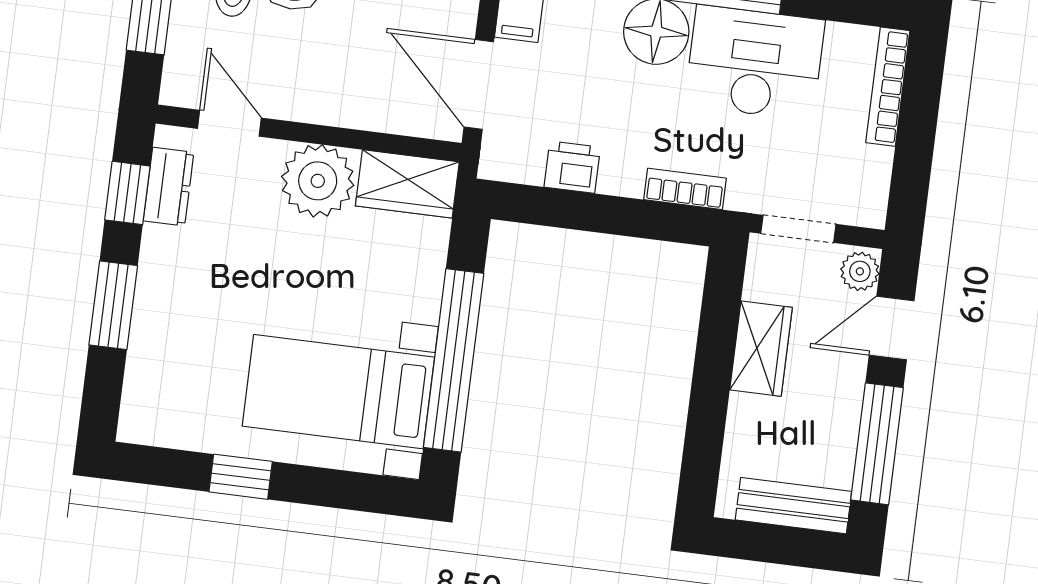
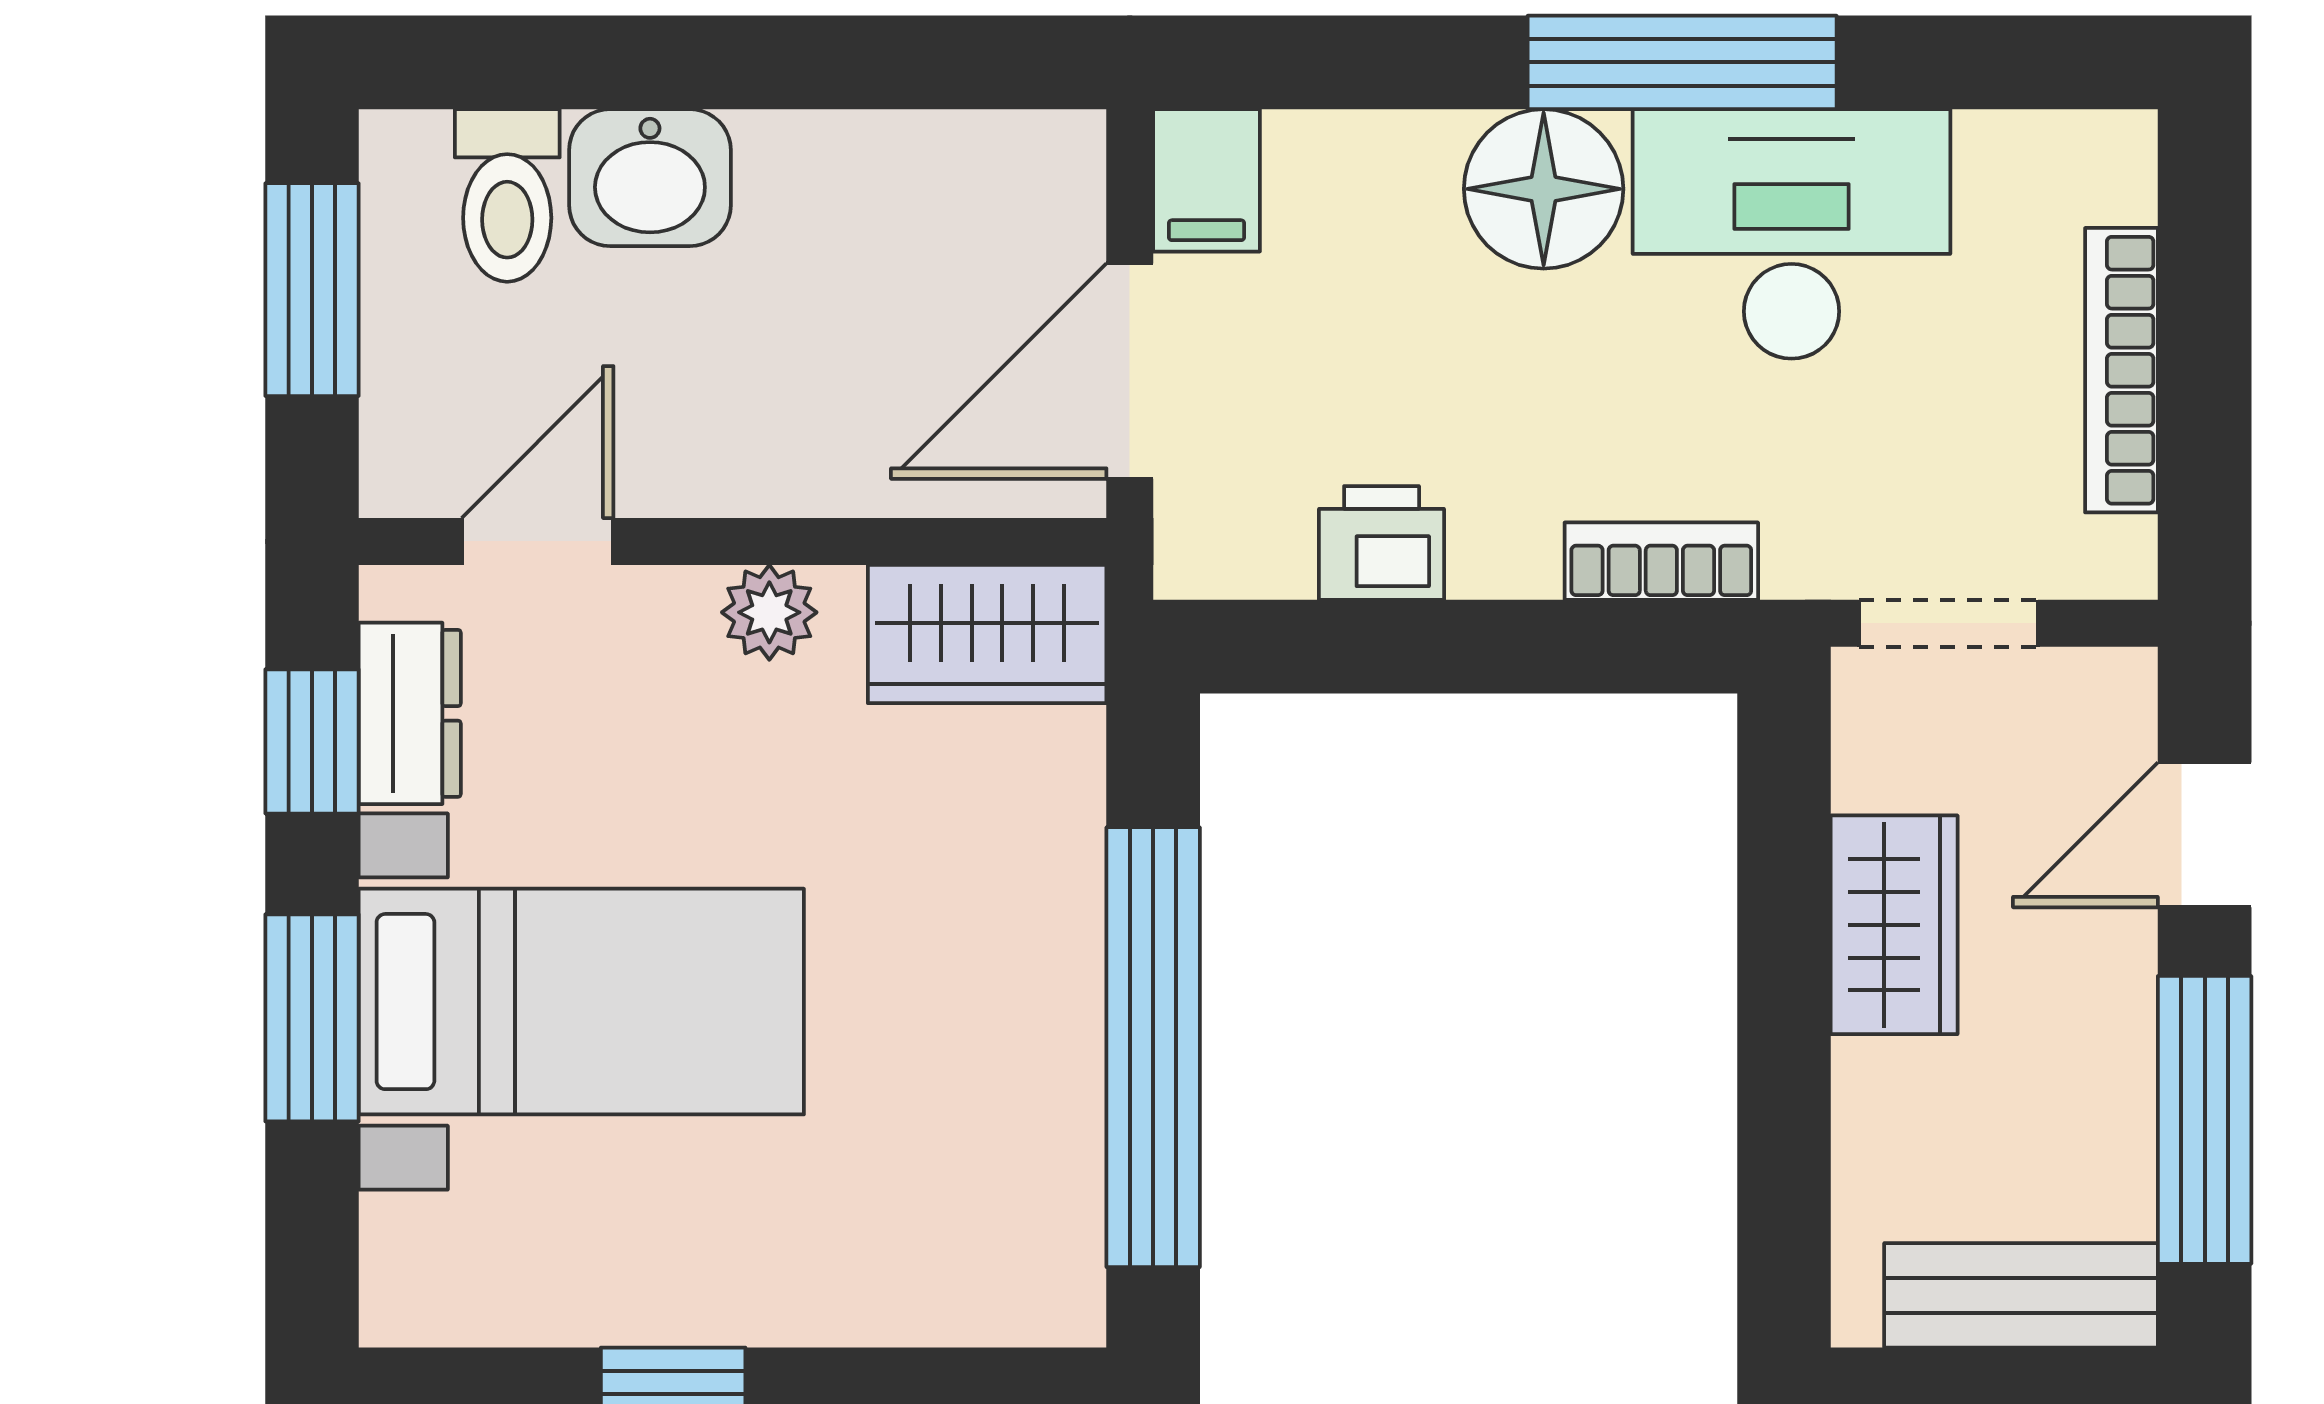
door: (479, 84) -> (1130, 371), hinge flipped
bookcase: (888, 87) -> (2121, 370), moved
door: (229, 123) -> (538, 541), hinge flipped
plant: (318, 181) -> (769, 612), width x0.53, depth x0.53
plant: (860, 271) -> (2110, 707), removed
bed with nightstands: (338, 392) -> (581, 1002), moved, turned 180

